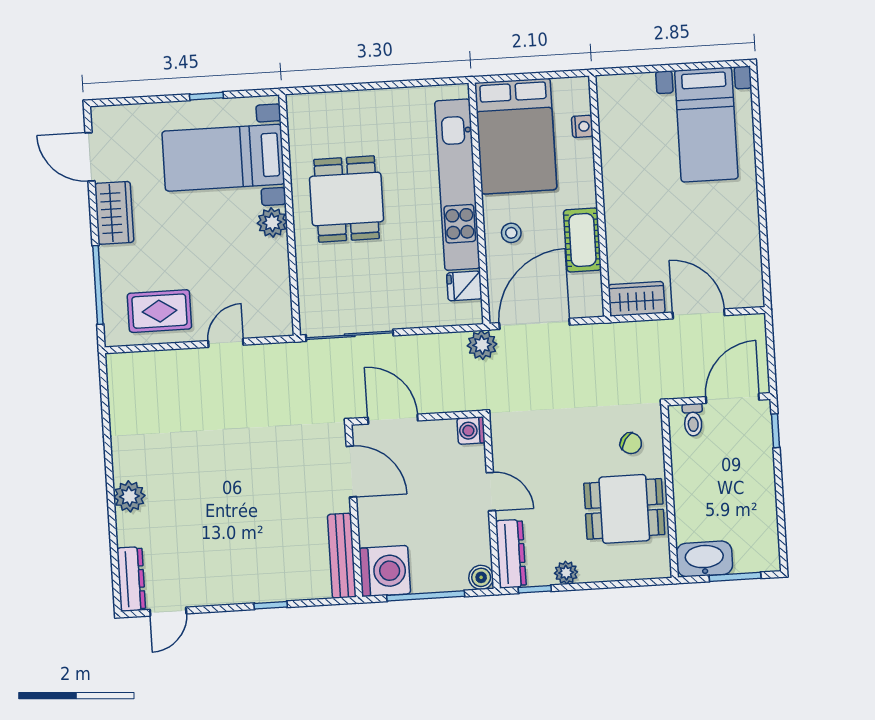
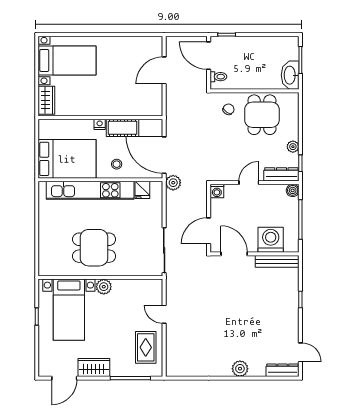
nightstand: (582, 126) -> (100, 124), moved
wardrobe: (636, 299) -> (46, 100), moved, turned 180
door: (351, 472) -> (234, 254), hinge flipped
washing machine: (385, 571) -> (271, 240), moved

